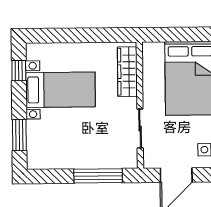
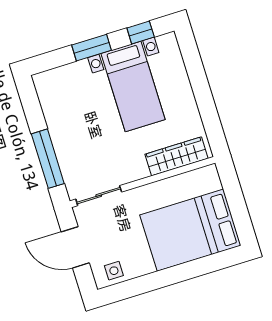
sliding door: (140, 128) -> (99, 196), moved
window: (19, 135) -> (92, 48), moved

